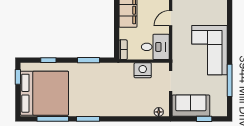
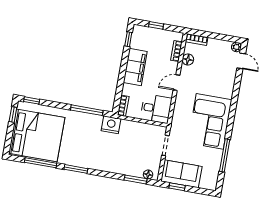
window: (48, 60) -> (32, 100), moved
window: (88, 60) -> (87, 110), width x1.44
nightstand: (143, 70) -> (111, 125), moved
window: (147, 119) -> (135, 179), added
window: (204, 119) -> (177, 187), moved

